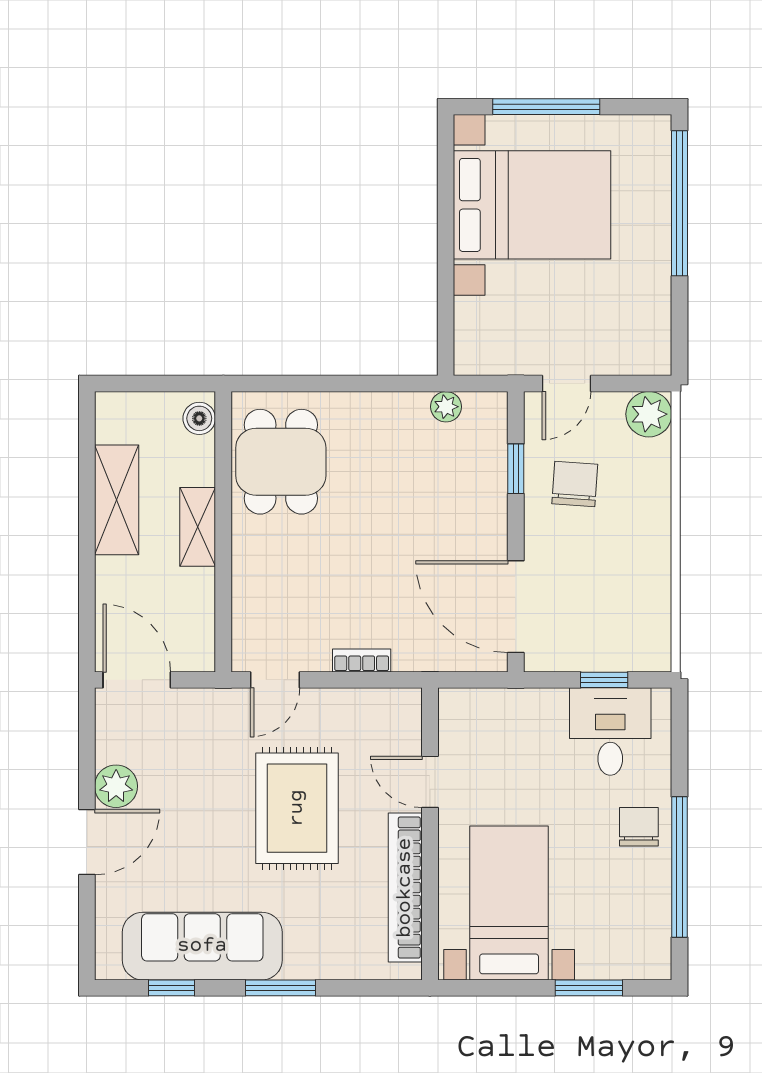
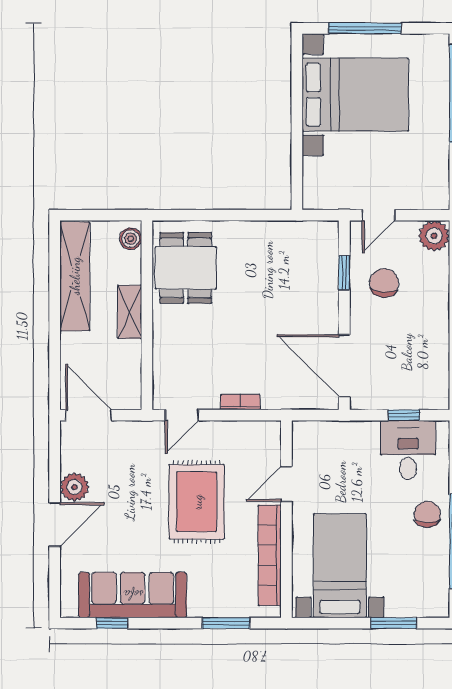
plant: (446, 407) -> (297, 231), removed
shelving: (117, 500) -> (75, 276), width x1.47
door: (430, 782) -> (286, 484), hinge flipped
window: (280, 988) -> (226, 623), moved

